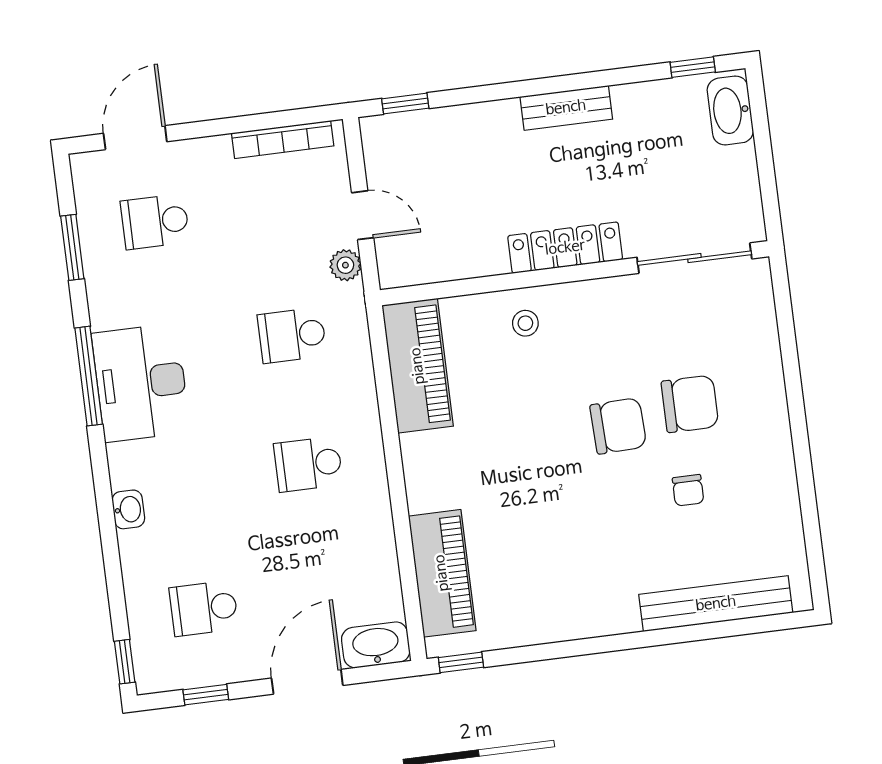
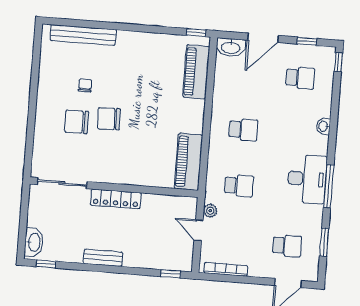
stool: (525, 323) -> (139, 170), removed

